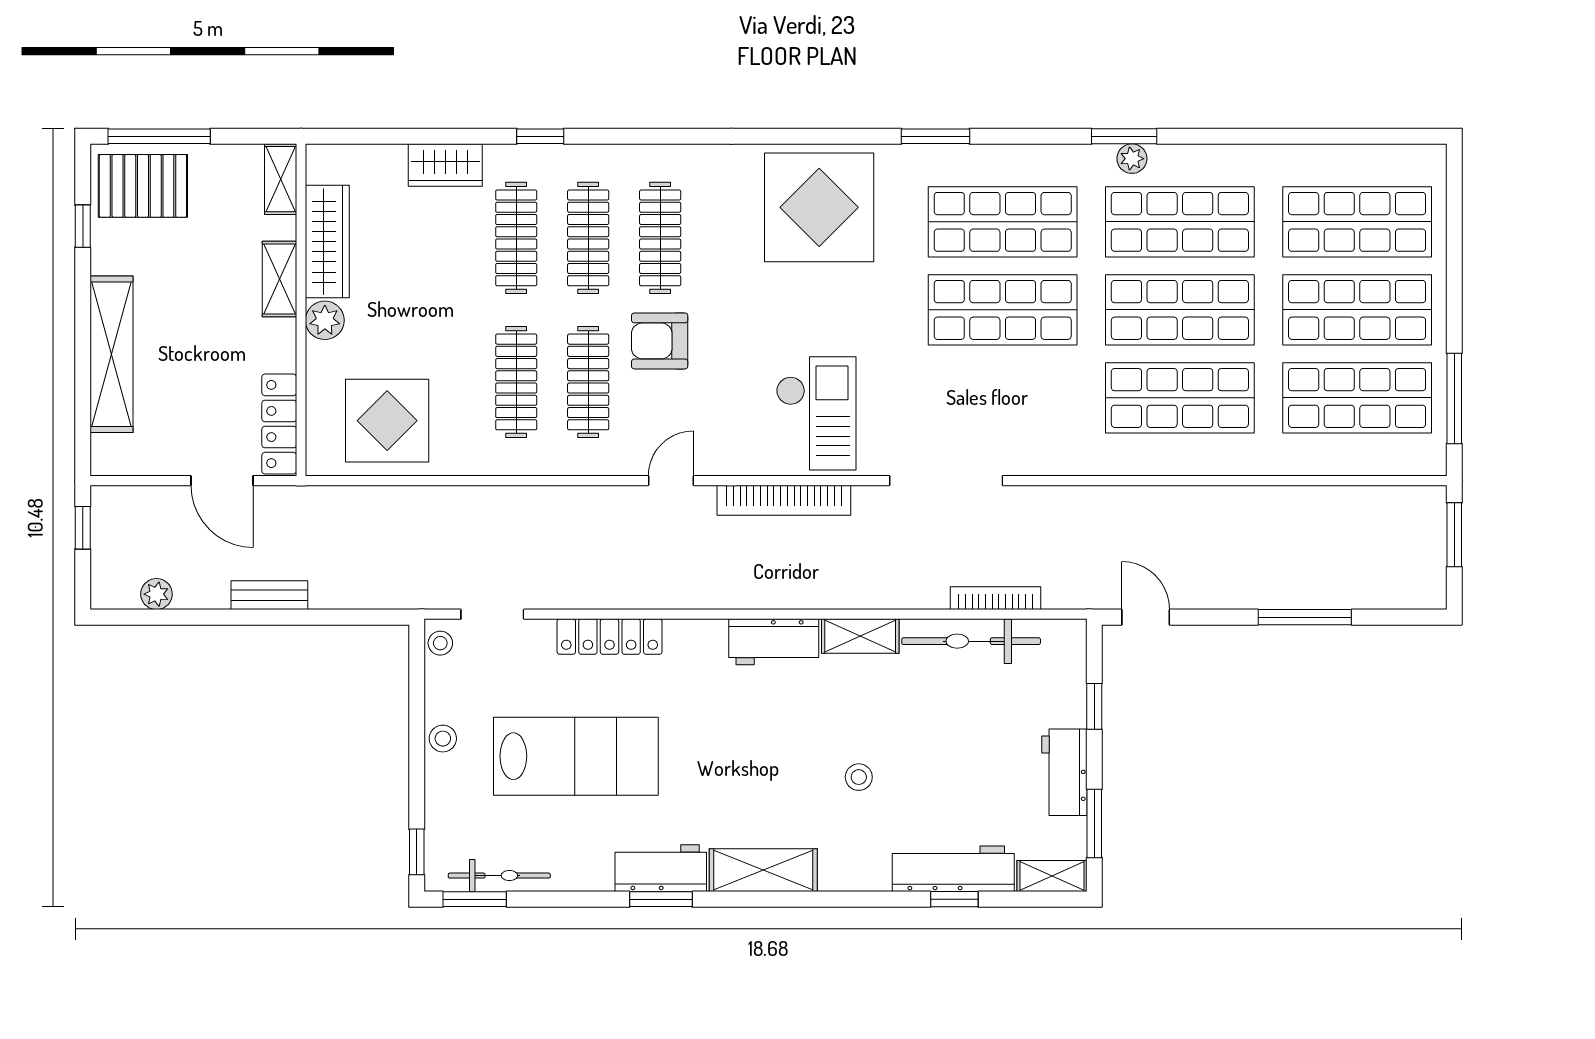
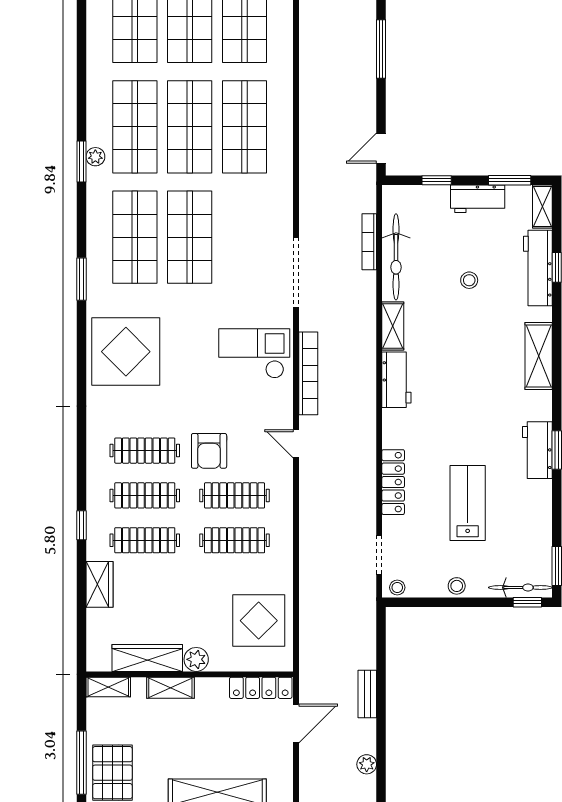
lab bench: (576, 756) -> (468, 503), width x0.73, depth x0.72
stool: (859, 777) -> (469, 280), moved
shelving: (763, 870) -> (539, 356), moved
bicycle: (499, 876) -> (520, 587), moved, turned 90

